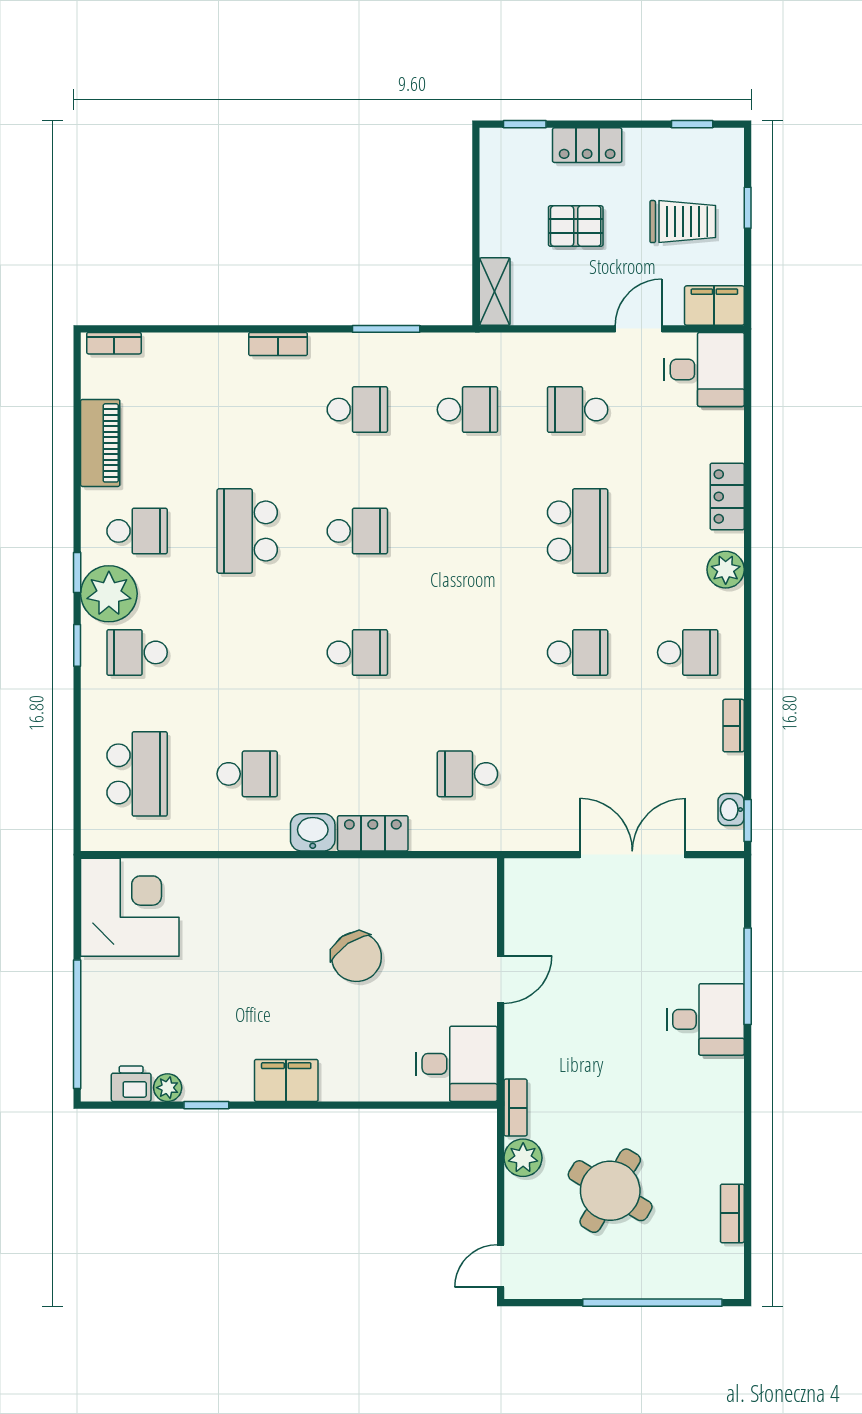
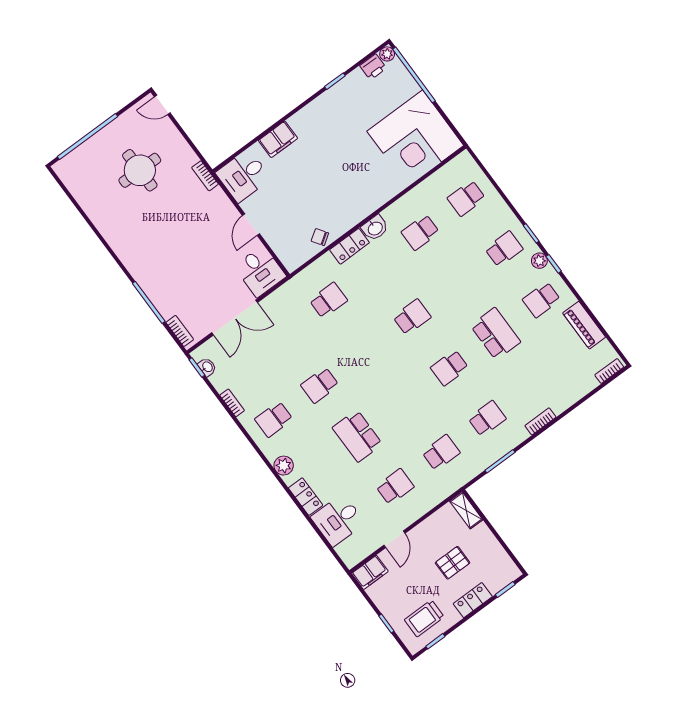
trolley: (683, 222) -> (424, 618), moved
desk: (704, 369) -> (338, 520), moved
school desk: (357, 410) -> (487, 419), turned 180
school desk: (467, 410) -> (441, 453), turned 180
plant: (109, 594) -> (539, 261), width x0.53, depth x0.53
school desk: (357, 652) -> (412, 317), turned 180
school desk: (137, 774) -> (466, 198), width x0.54
corner desk: (130, 907) -> (415, 138), width x1.36, depth x1.36
chair: (356, 957) -> (320, 237), moved, width x0.54, depth x0.54
desk: (705, 1019) -> (260, 271), moved, turned -90
filing cabinet: (286, 1080) -> (278, 139), moved
plant: (168, 1088) -> (387, 54), moved
plant: (523, 1158) -> (186, 157), removed
round table: (610, 1191) -> (140, 170), turned -31
bookcase: (732, 1213) -> (180, 331), moved
door: (501, 1266) -> (162, 105), swing flipped

